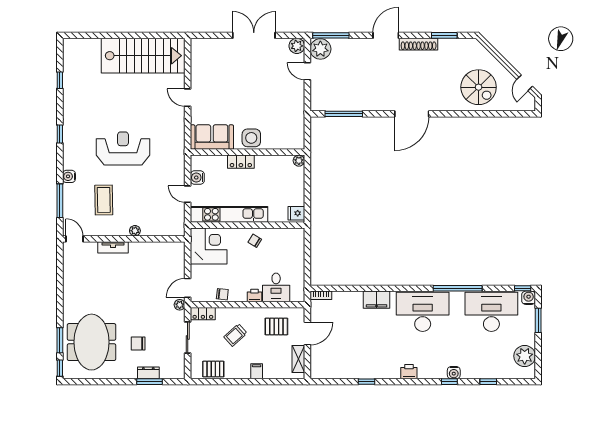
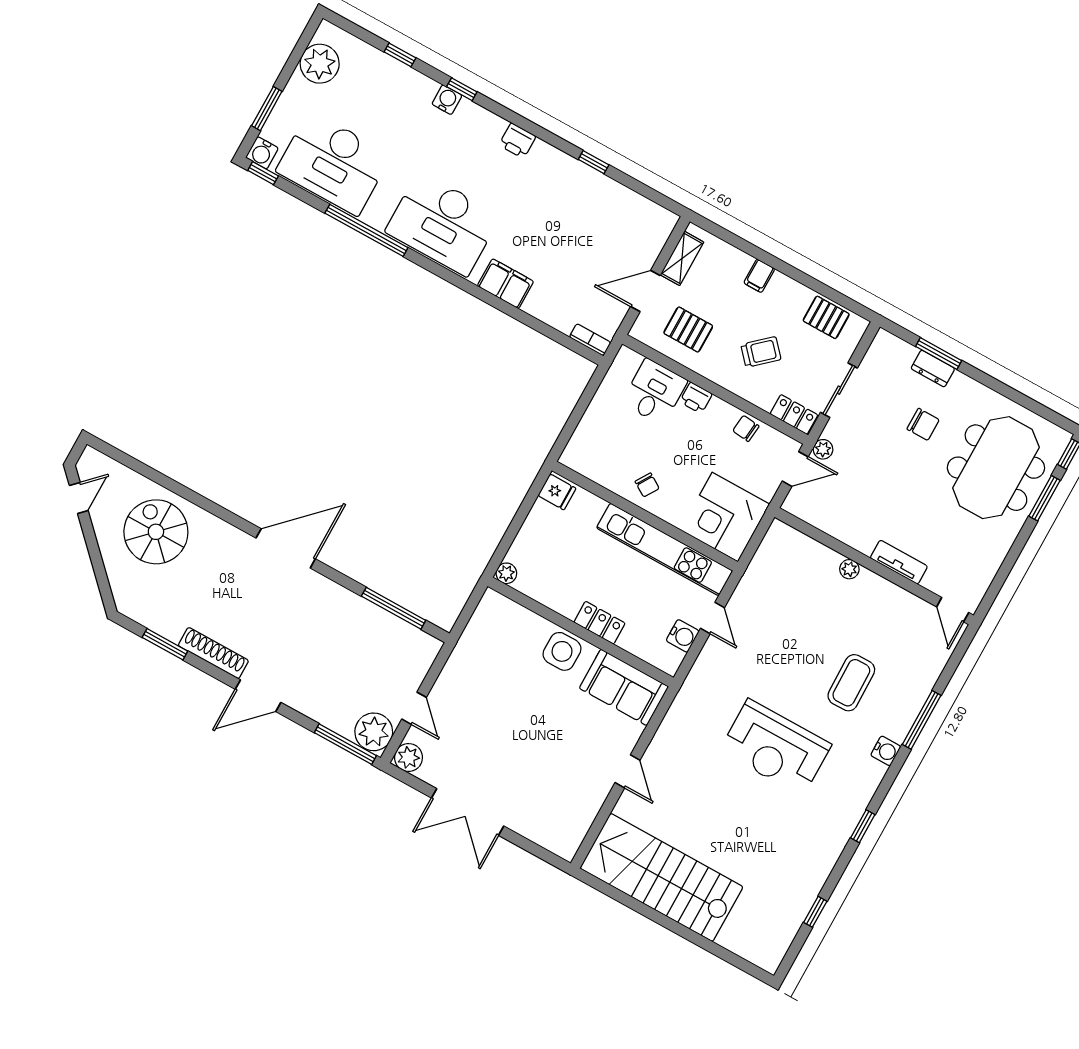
plant: (135, 231) -> (849, 569), moved
door: (74, 239) -> (953, 610), moved
wall: (124, 239) -> (874, 566), moved
tv unit: (113, 247) -> (899, 562), moved

